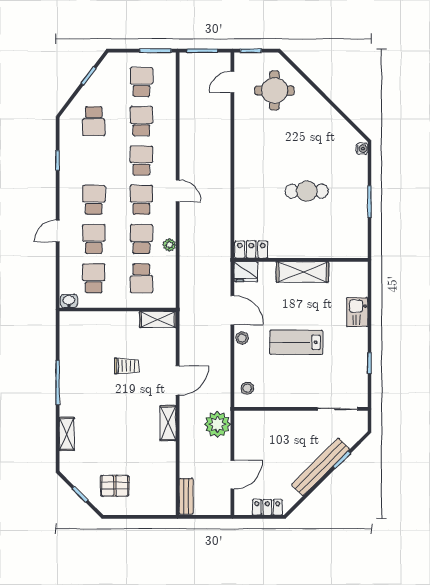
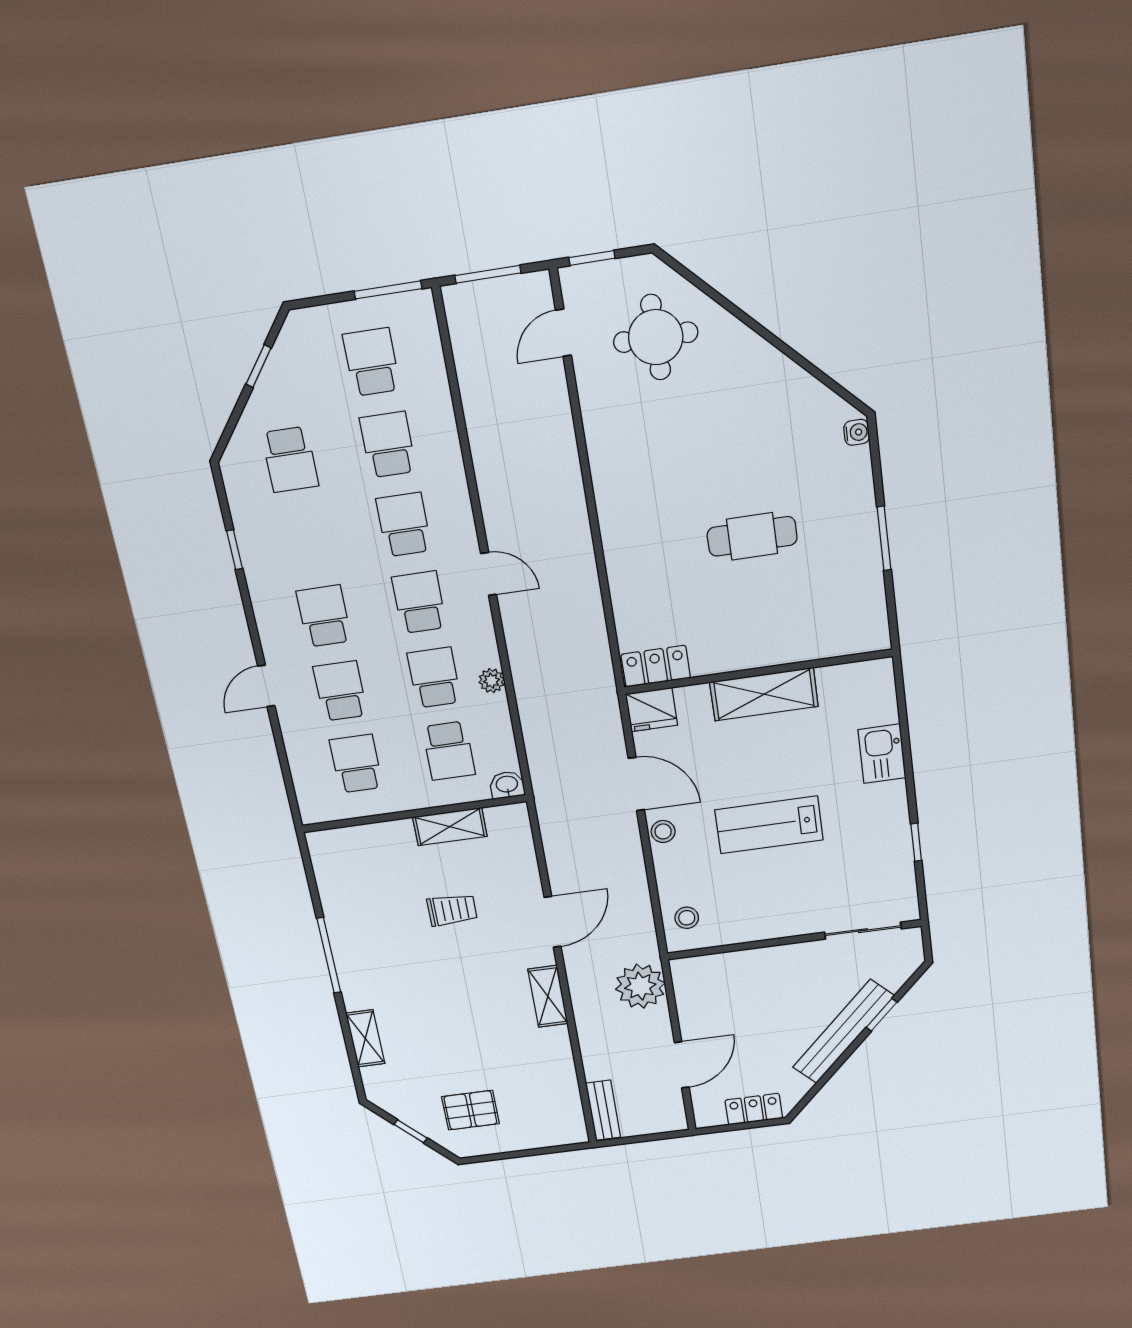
washbasin: (69, 301) -> (507, 785), moved
shelving: (158, 319) -> (450, 827), moved

